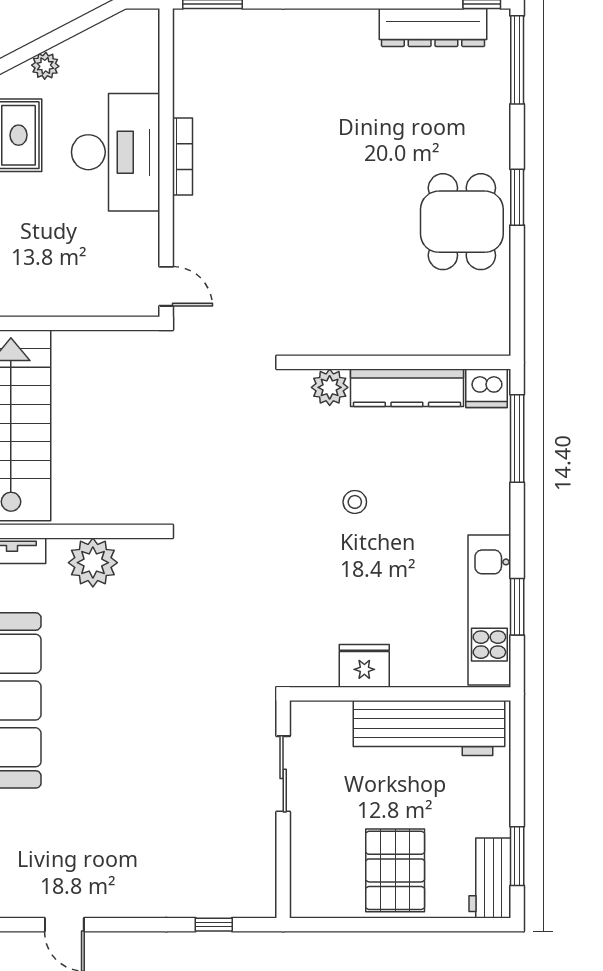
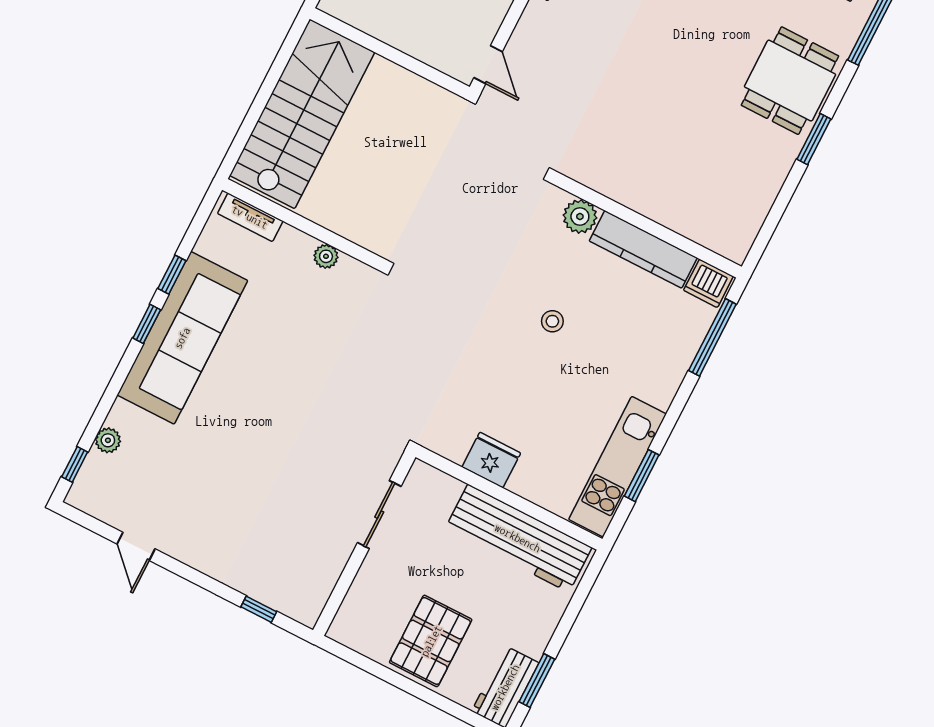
dining table: (462, 222) -> (790, 81), moved
plant: (93, 563) -> (326, 256), width x0.53, depth x0.53

